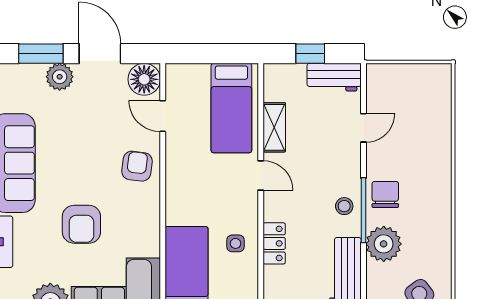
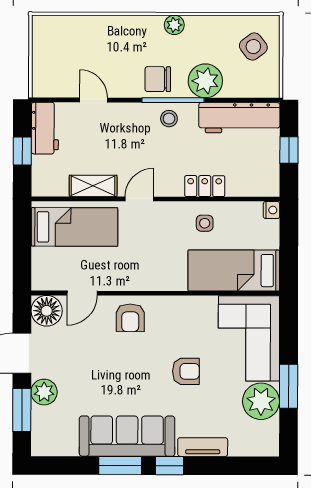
armchair: (137, 166) -> (130, 318), turned -97
plant: (442, 211) -> (174, 25), added
armchair: (81, 224) -> (186, 371), width x0.72, depth x0.72

